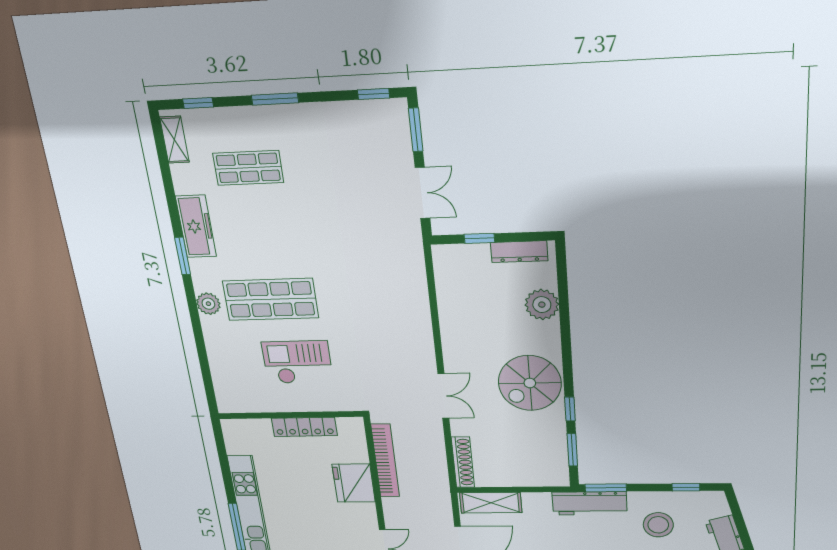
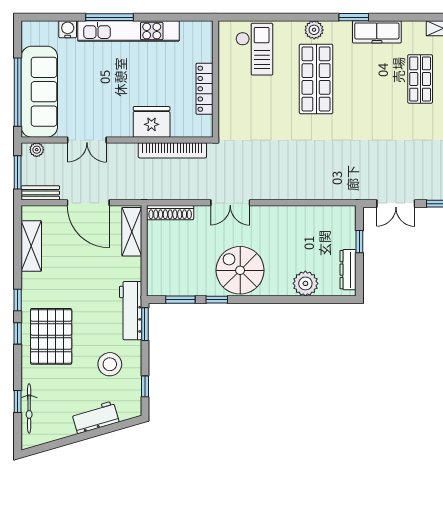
checkout: (297, 362) -> (254, 49), moved

